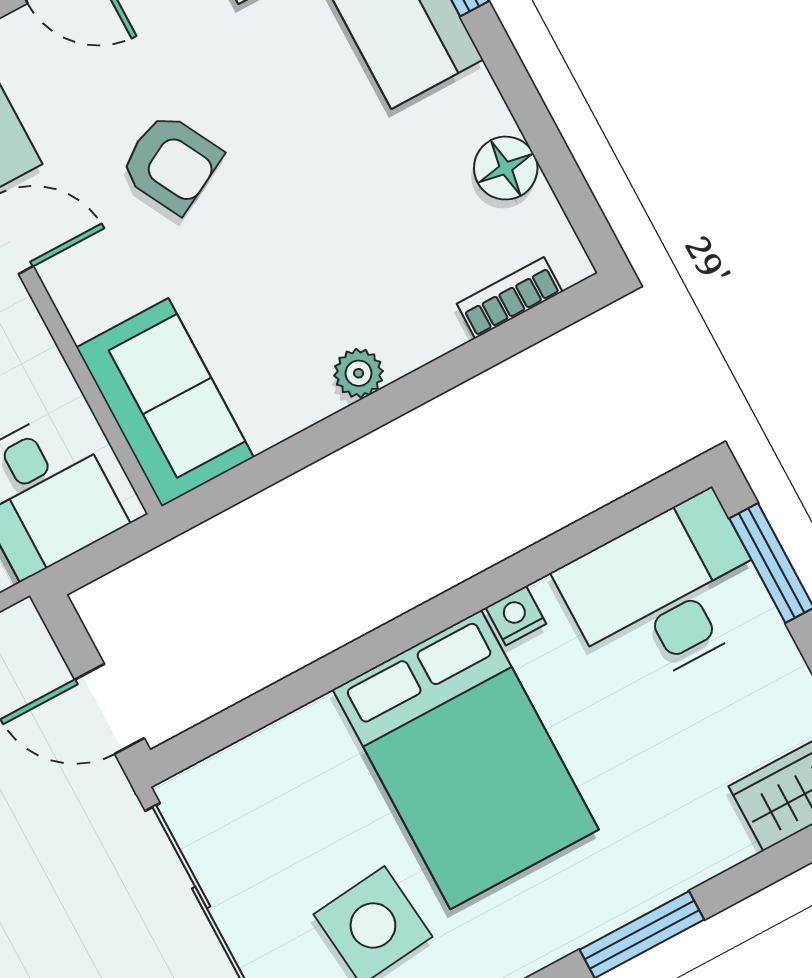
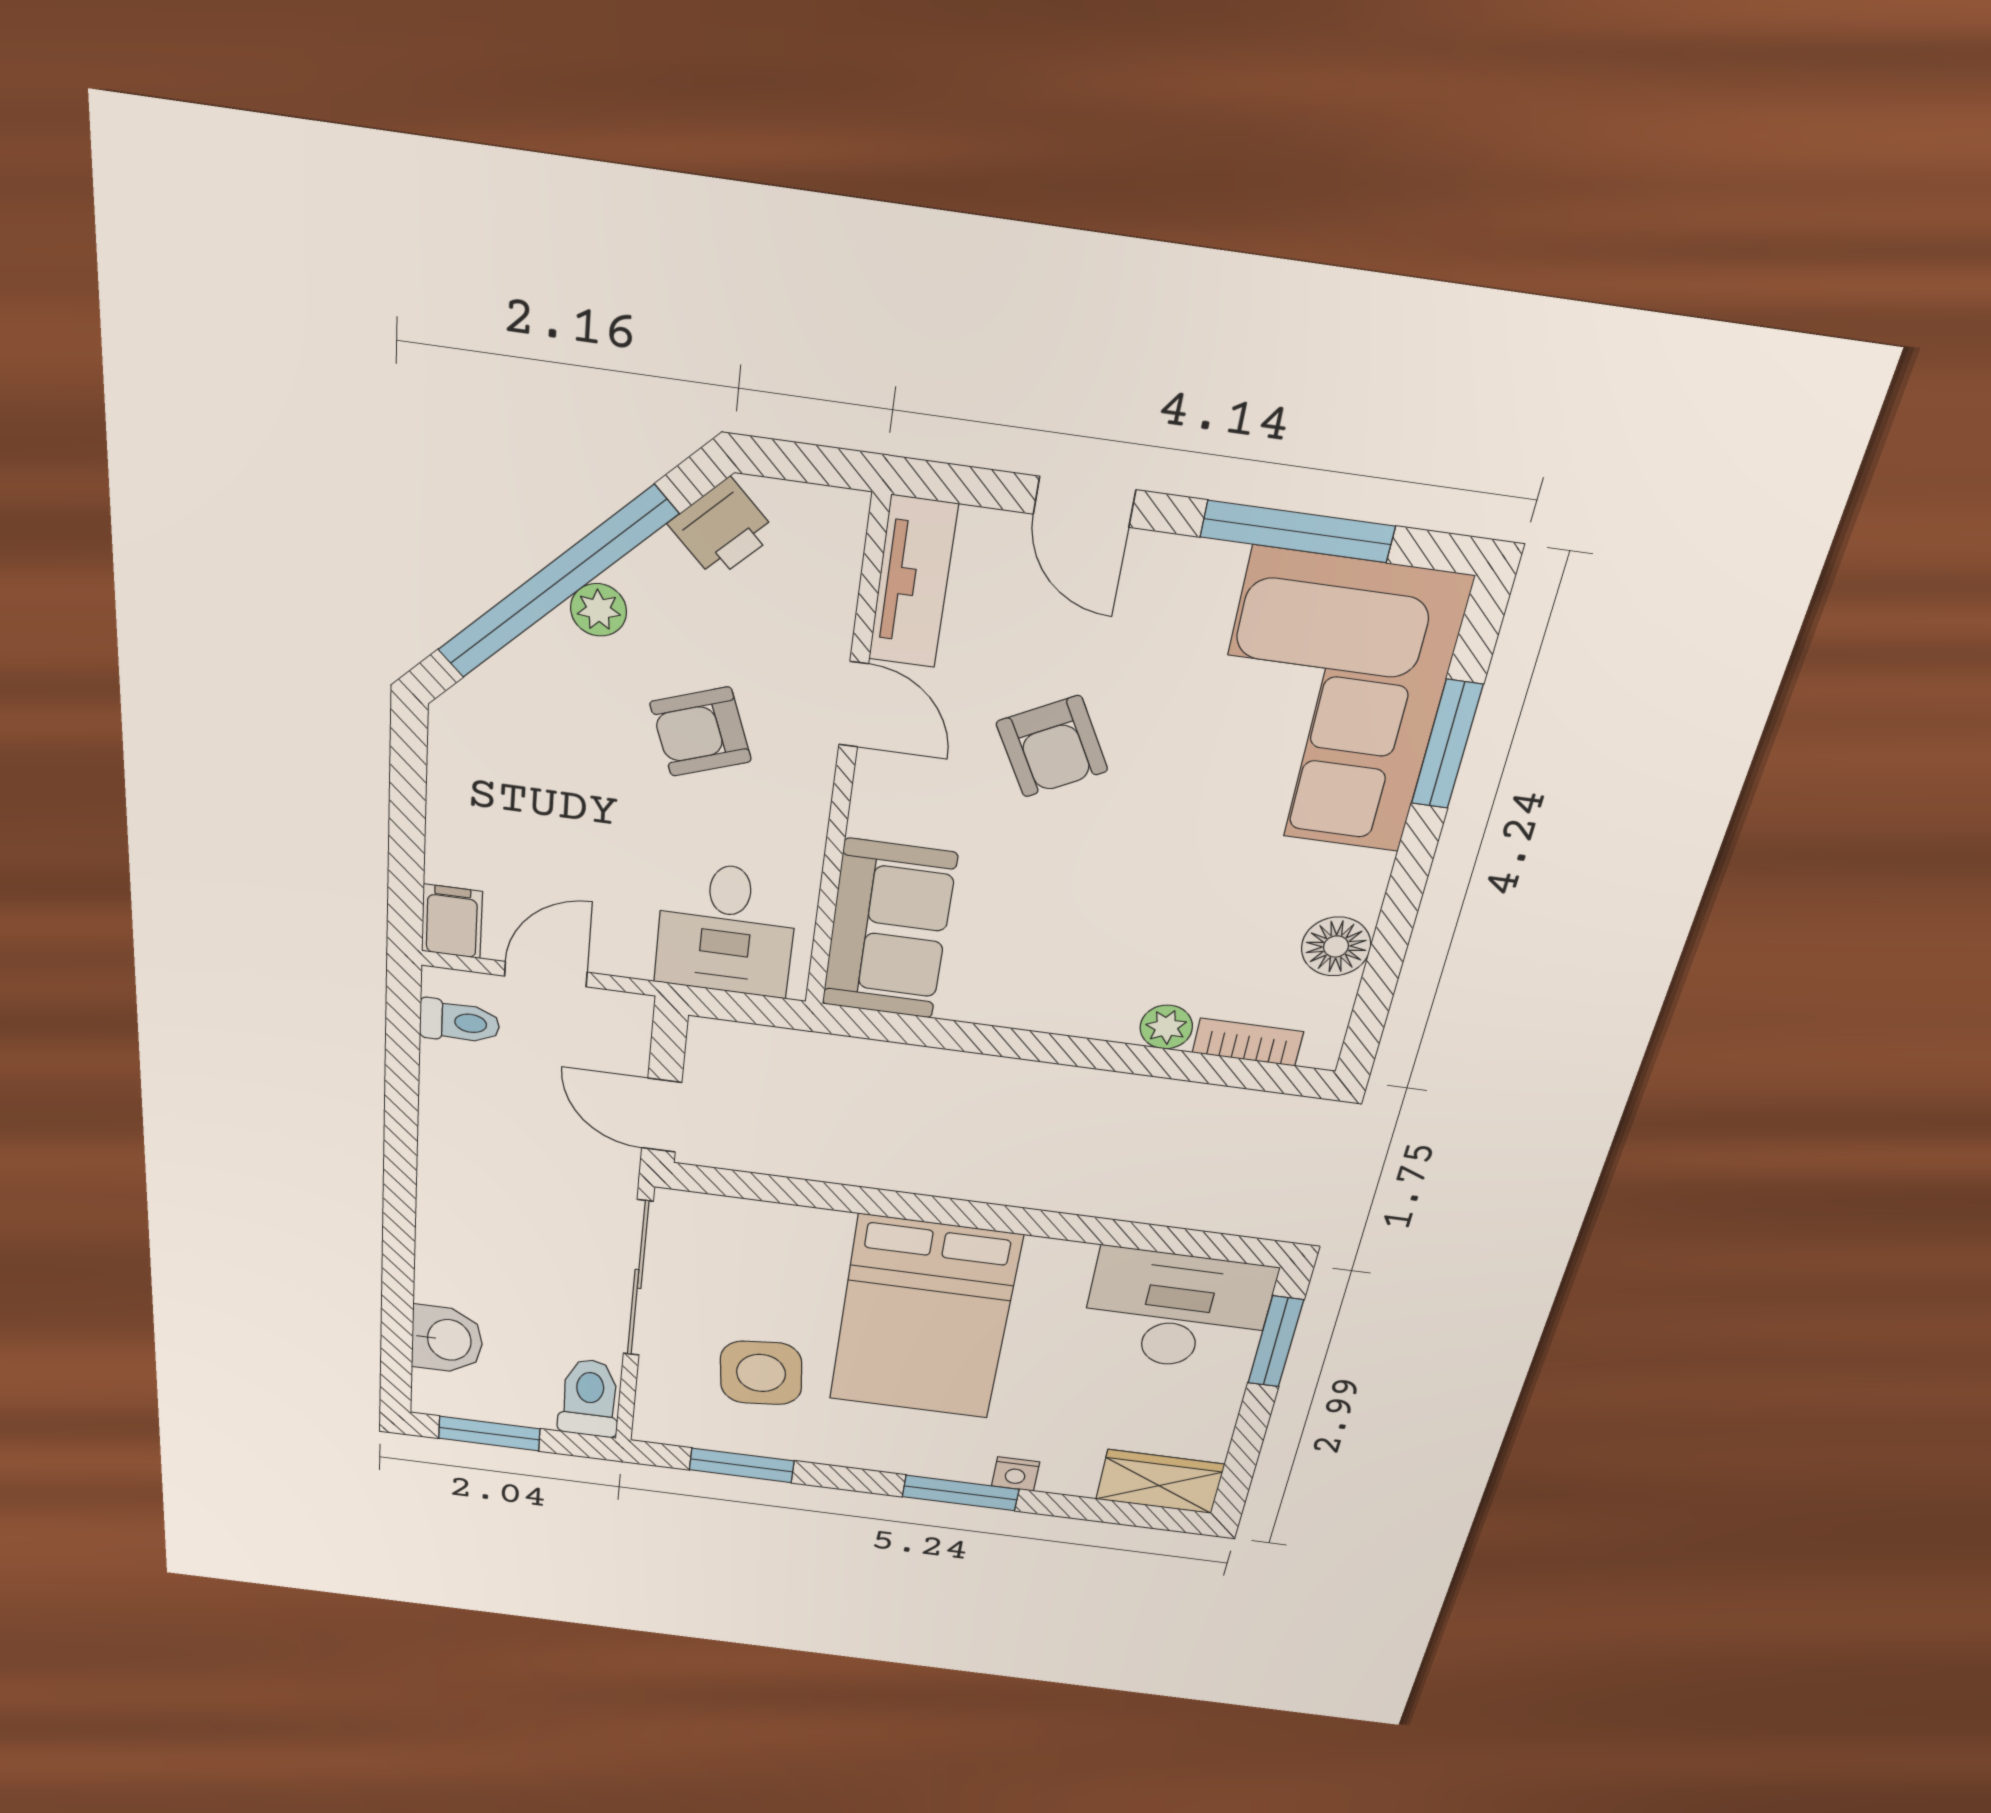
plant: (359, 373) -> (1166, 1027), moved
nightstand: (516, 616) -> (1016, 1474), moved, turned 180

